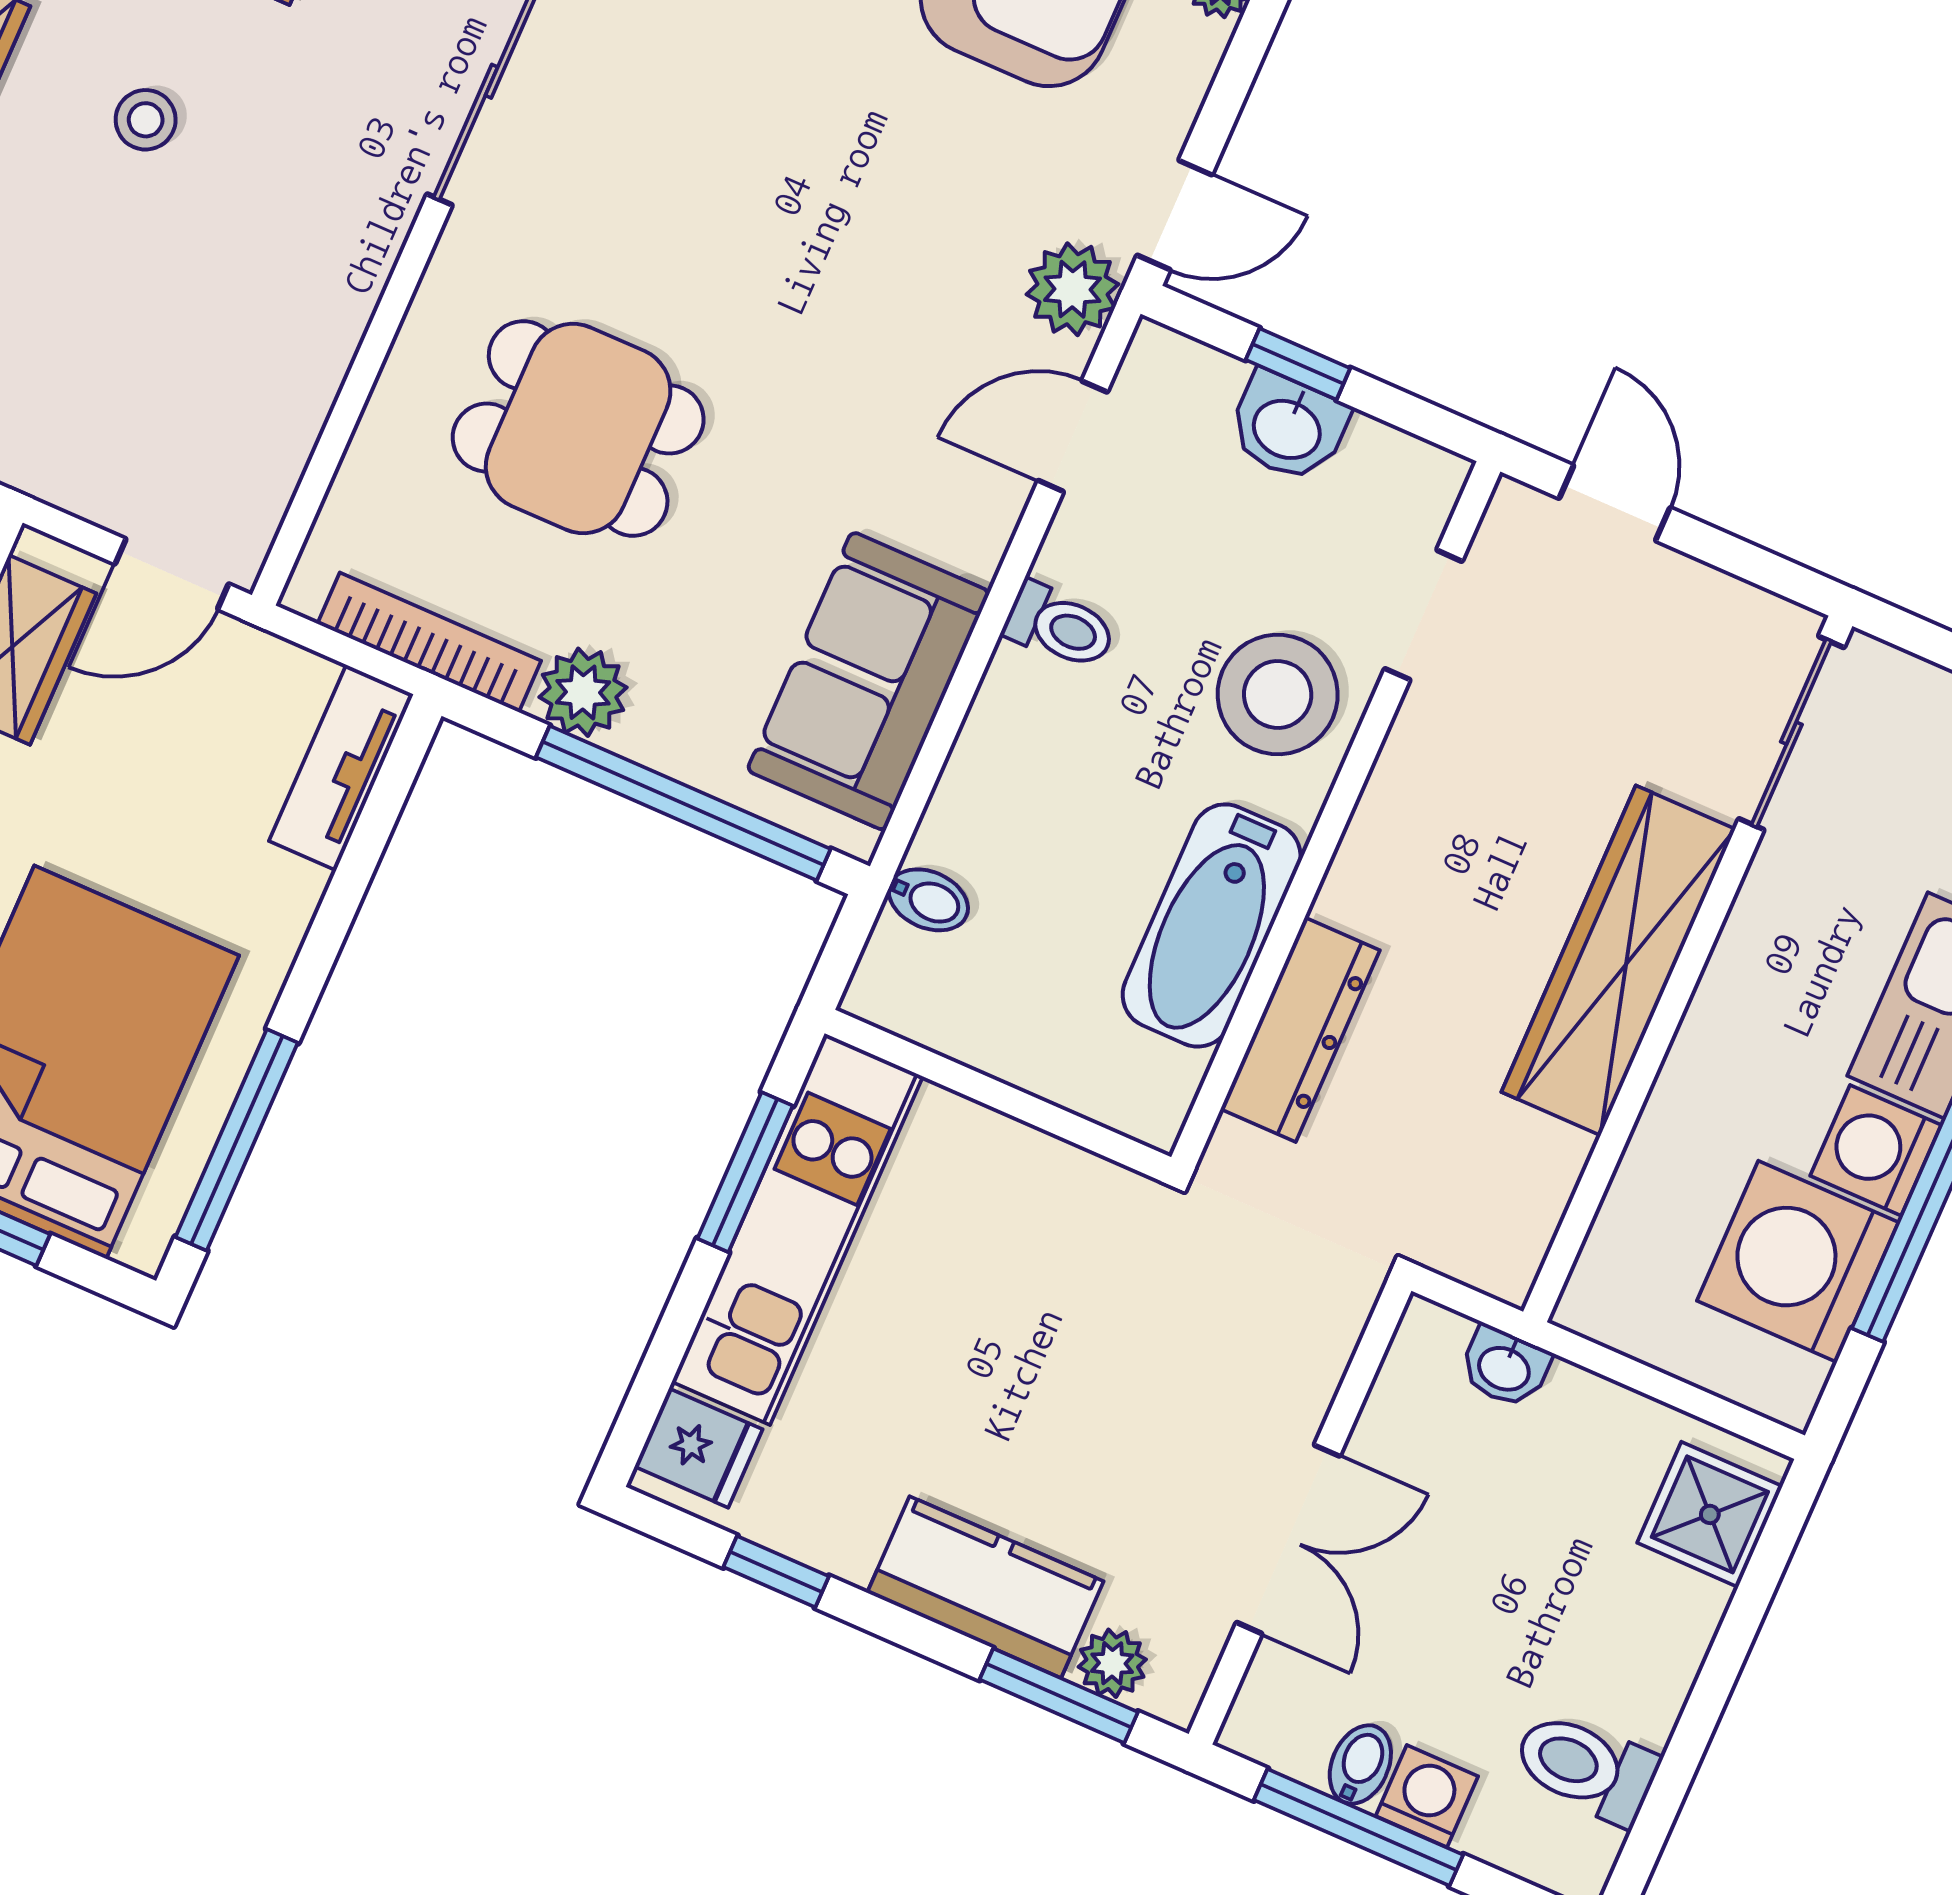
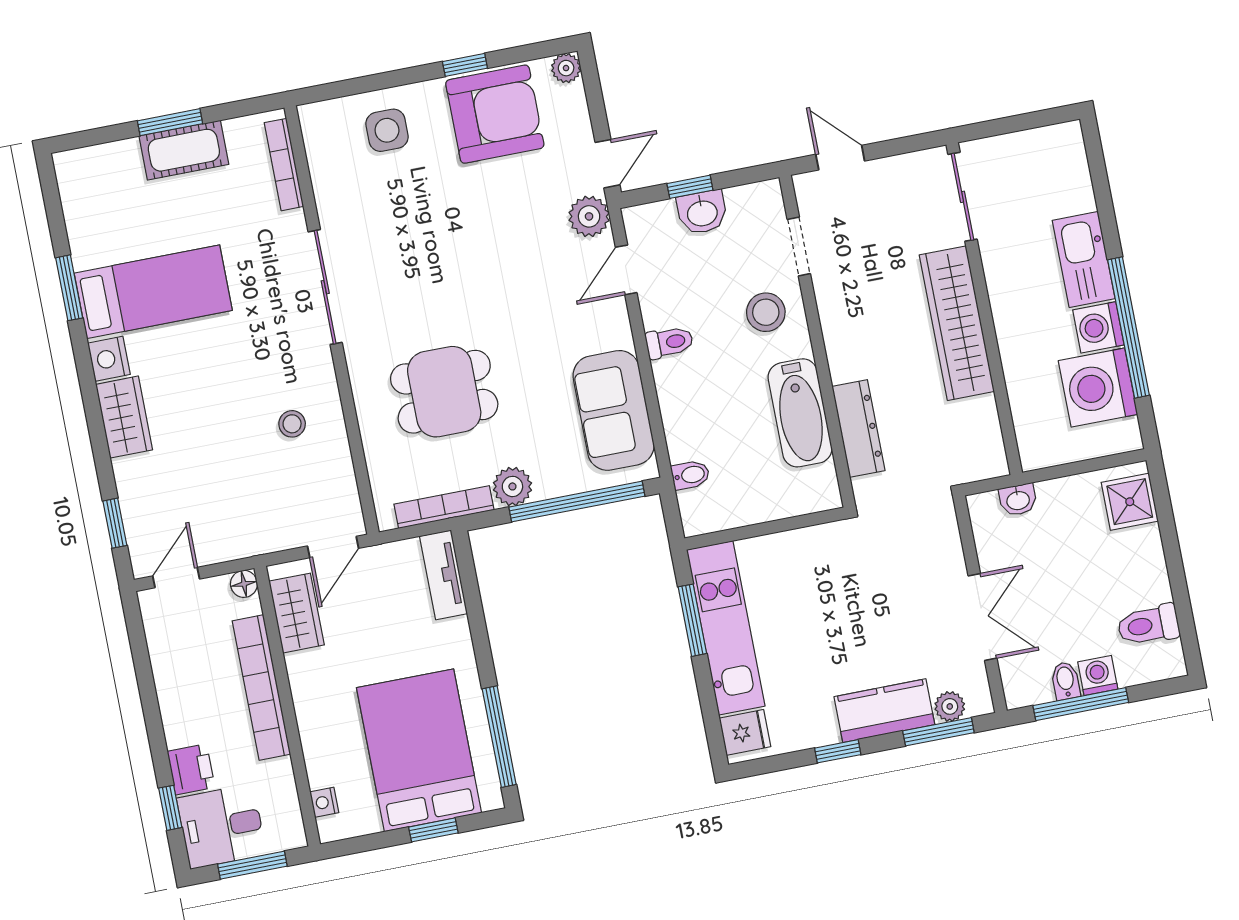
stool: (146, 120) -> (292, 424), moved
stool: (1278, 694) -> (766, 312), width x0.73, depth x0.73
window: (776, 1572) -> (838, 751), moved

